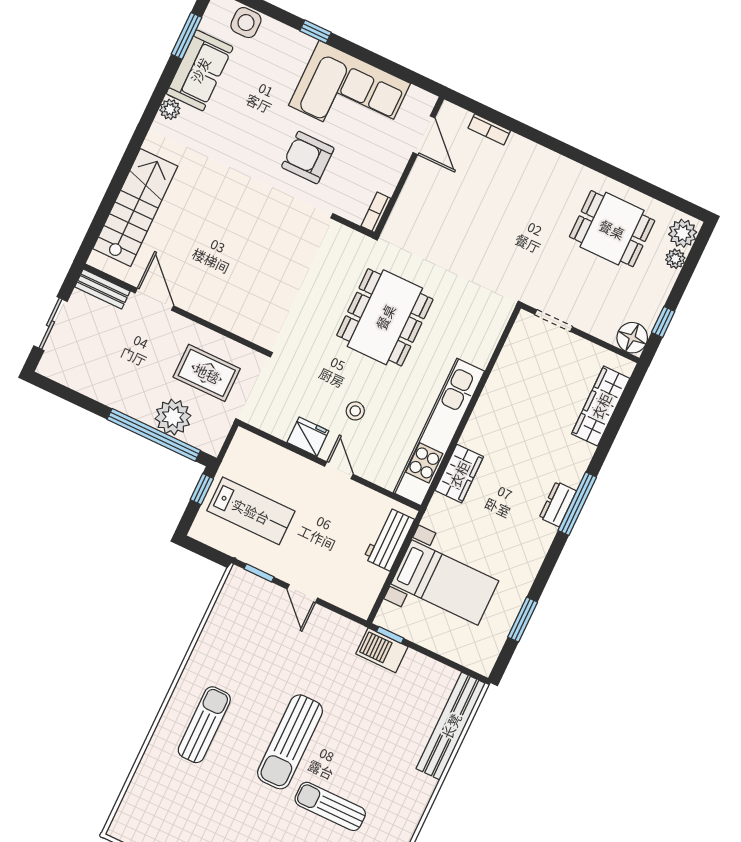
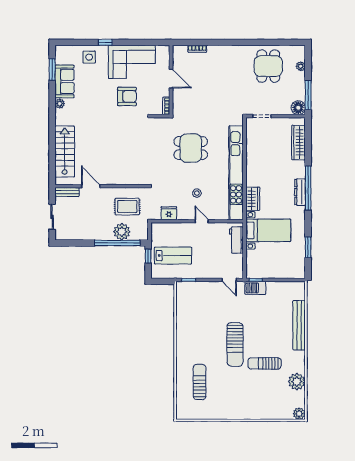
side table: (246, 23) -> (89, 57), moved
door: (424, 135) -> (171, 79), moved
armchair: (308, 158) -> (127, 96), turned 180
dining table: (612, 229) -> (268, 66), turned 90
plant: (683, 233) -> (299, 54), removed
dining table: (385, 317) -> (191, 148), width x0.73
window: (663, 322) -> (308, 95), width x2.17
kitchen unit: (439, 432) -> (236, 173), width x1.36
fridge: (308, 437) -> (169, 213), moved
dresser: (558, 504) -> (300, 192), width x1.44
window: (577, 504) -> (308, 188), width x1.46
bed with nightstands: (445, 582) -> (268, 230), moved
door: (302, 593) -> (229, 280), moved
sun lounger: (204, 725) -> (200, 382), moved
bench: (451, 726) -> (299, 325), moved

